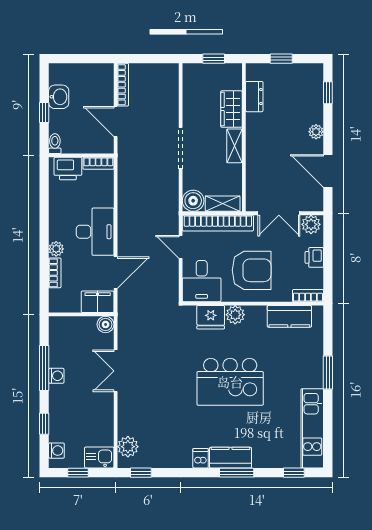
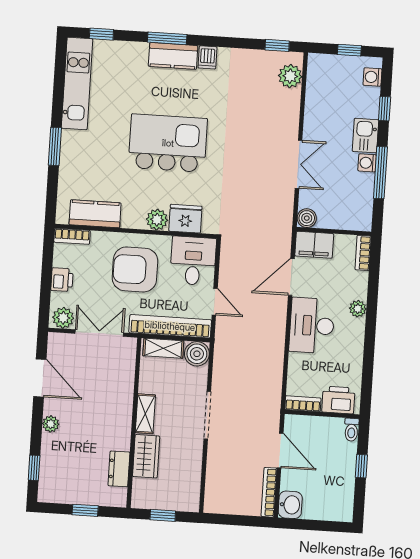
washbasin: (59, 97) -> (290, 505), moved, turned 180
bookcase: (55, 273) -> (363, 253), moved
kitchen sink: (99, 457) -> (365, 136), moved, turned 90

